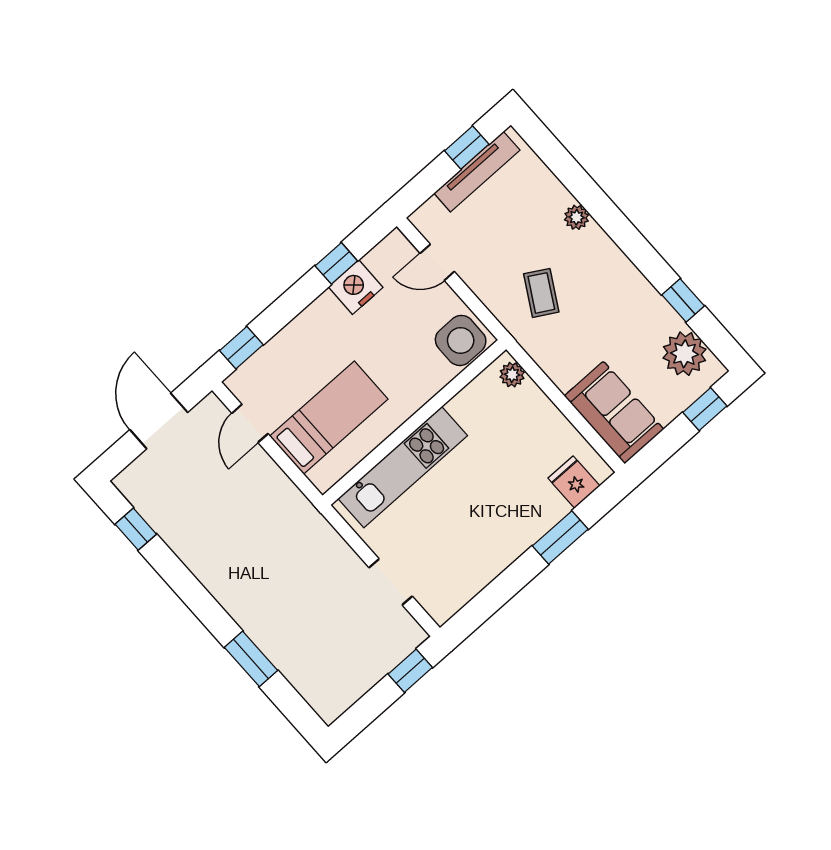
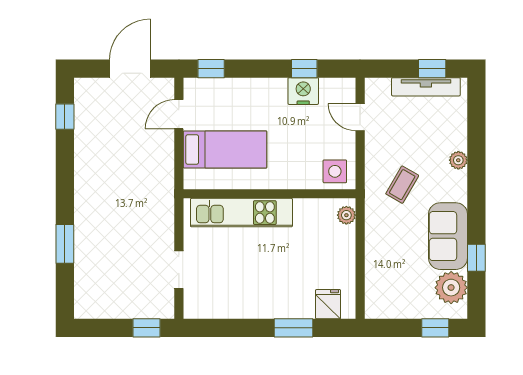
side table: (461, 340) -> (335, 171), width x0.73, depth x0.73
sofa: (614, 412) -> (448, 236), moved, turned 180

